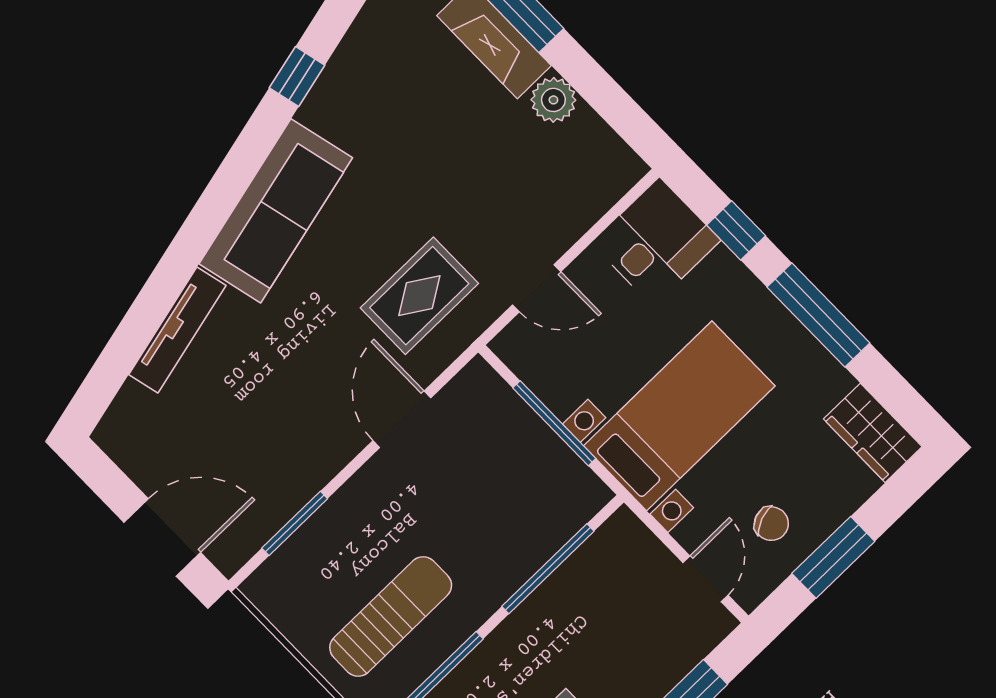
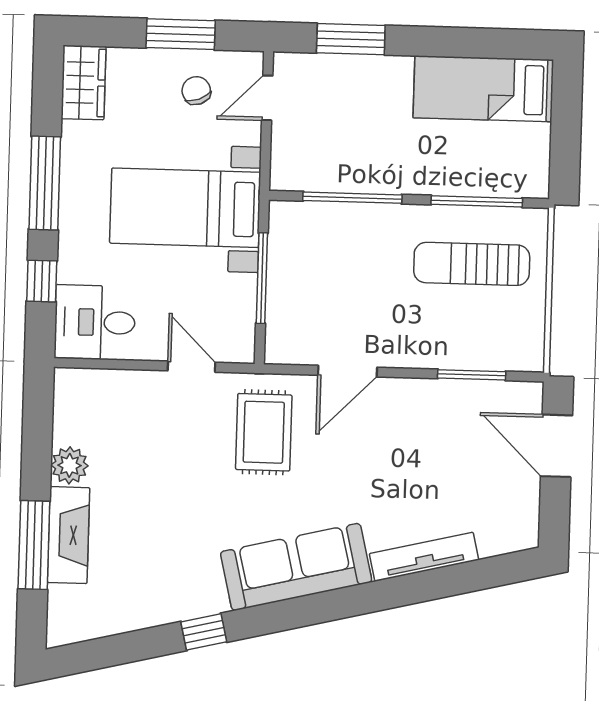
rug: (419, 296) -> (264, 432), turned 90

